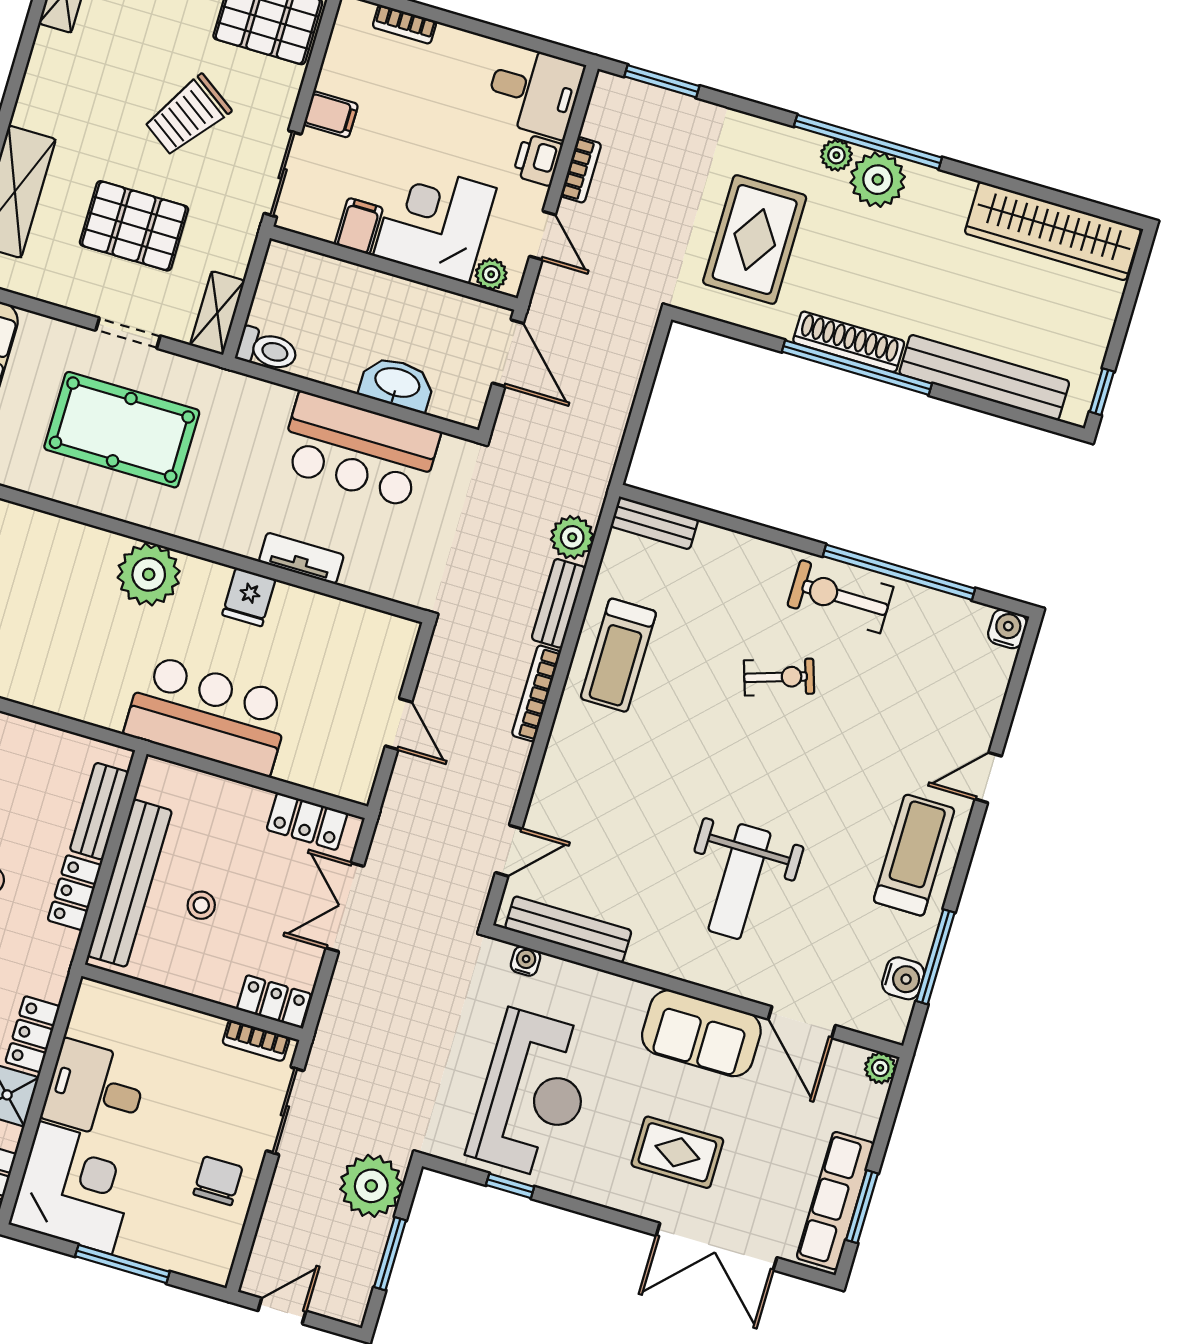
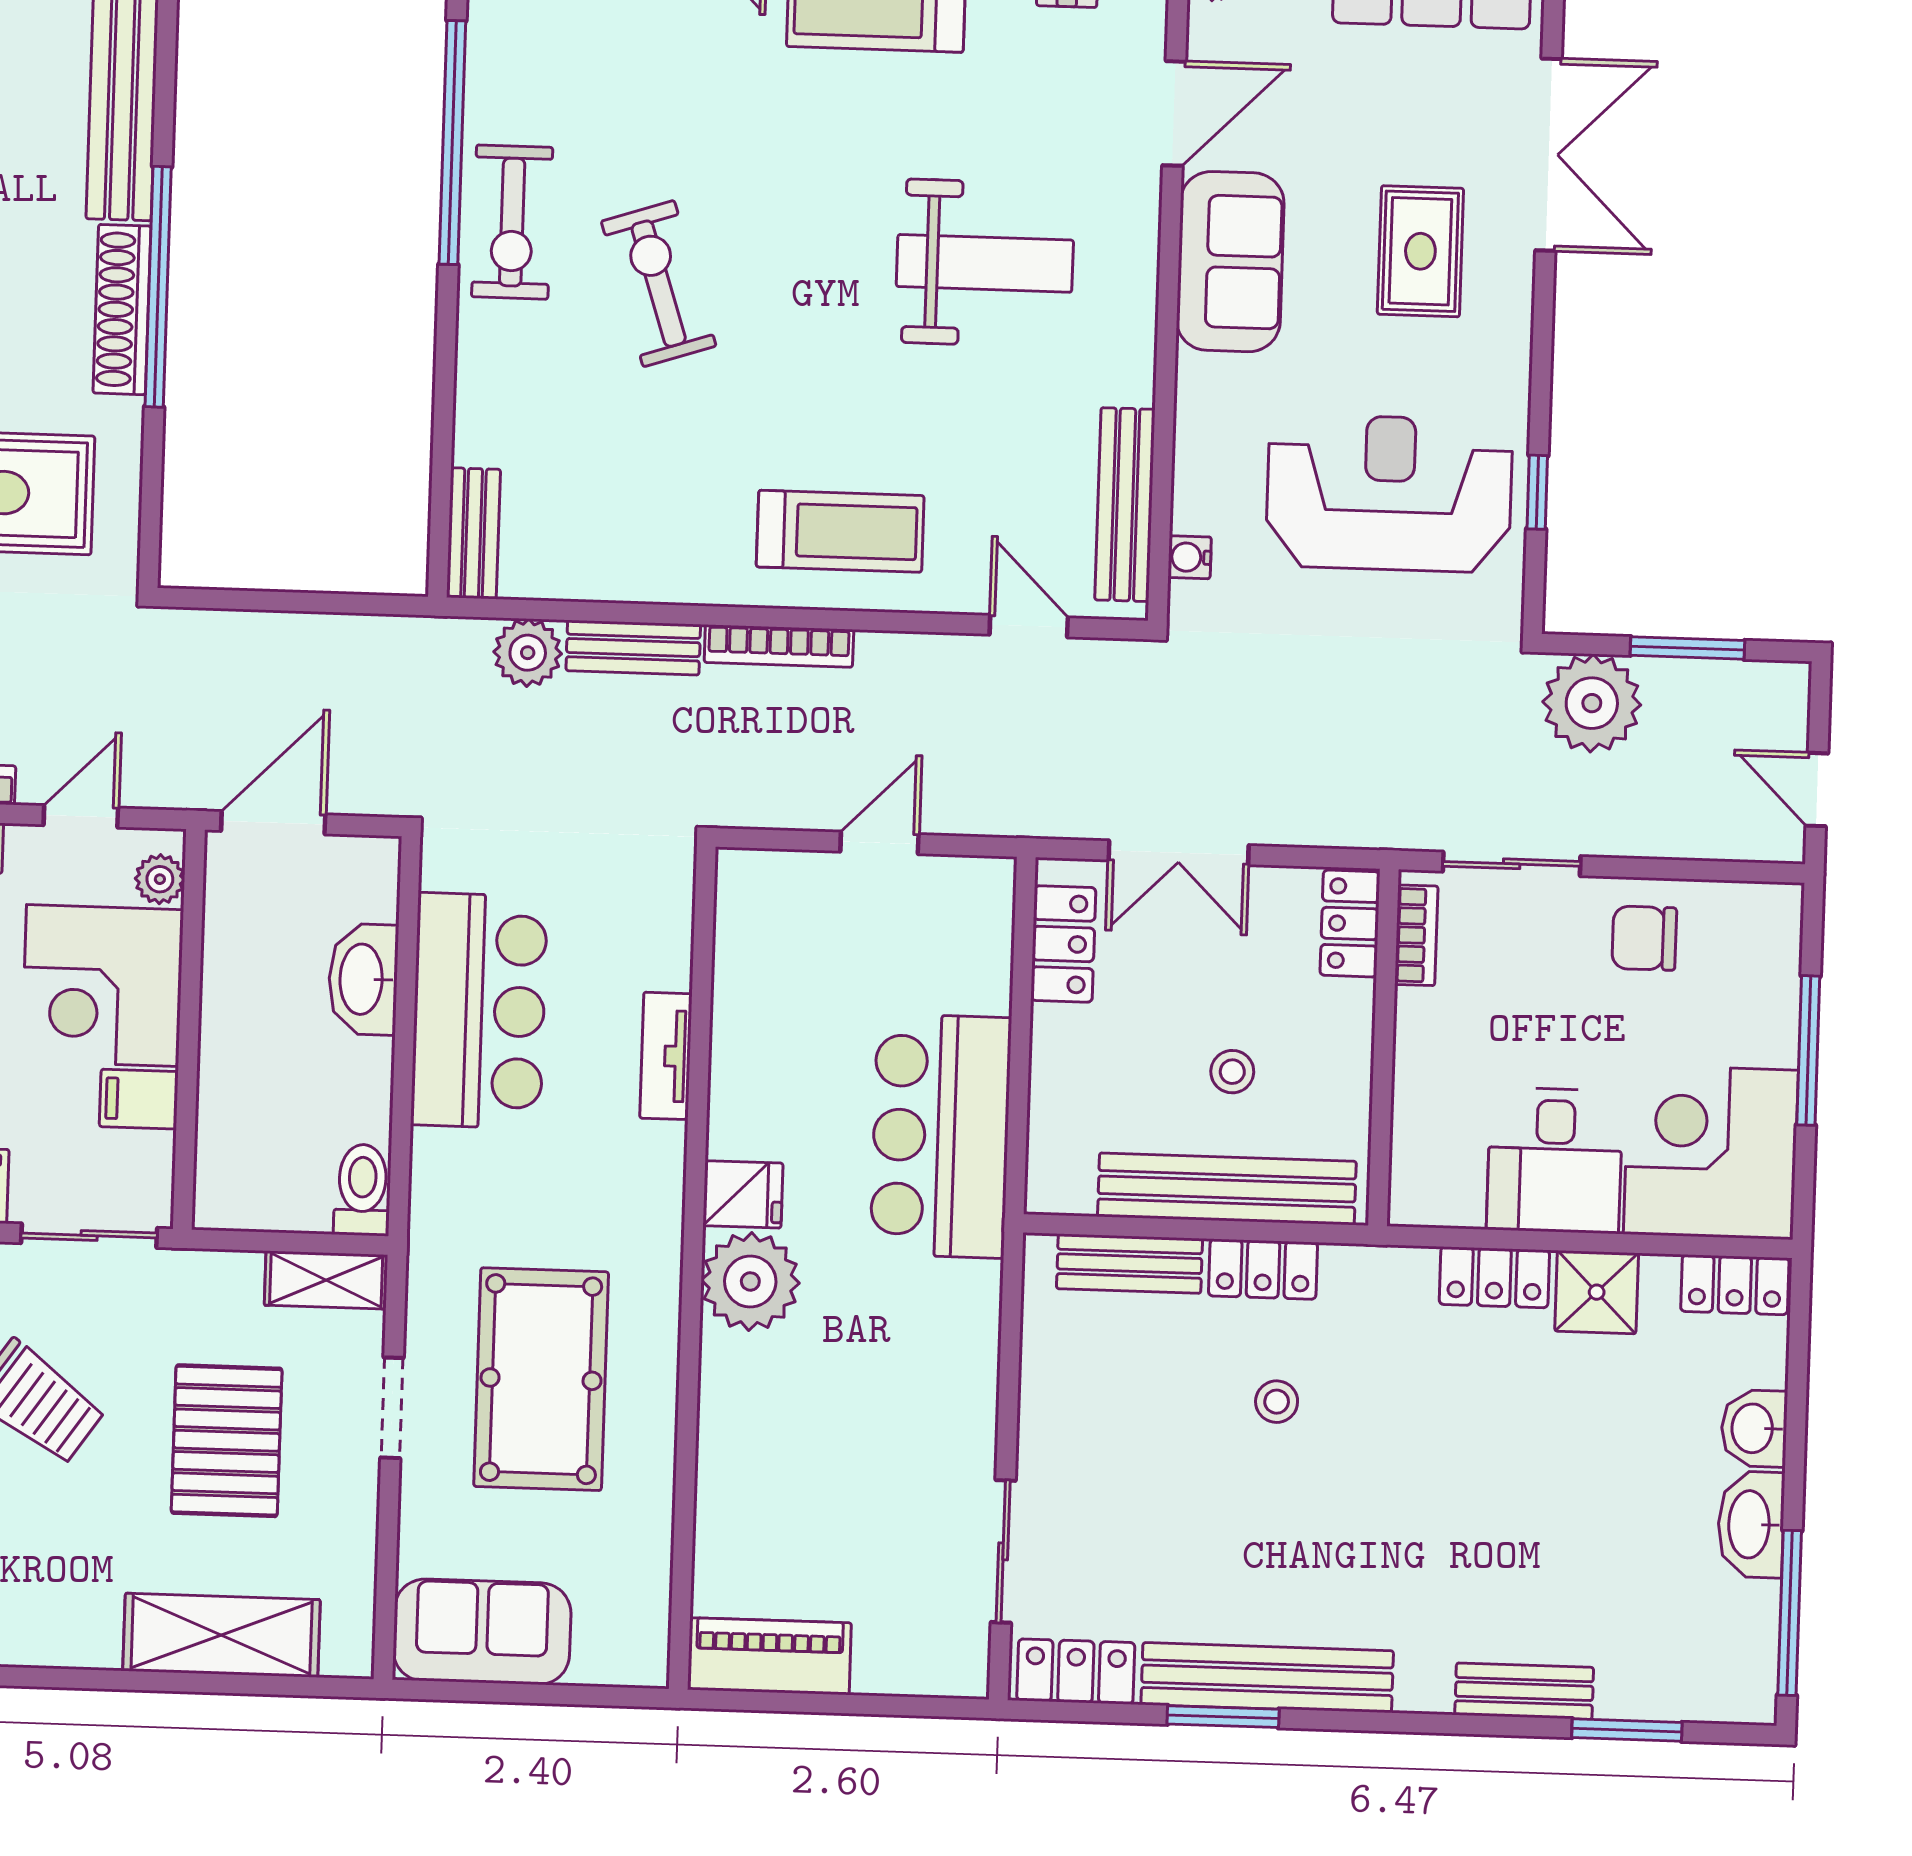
fridge: (249, 597) -> (743, 1194), moved
treadmill: (618, 655) -> (840, 531), moved
exercise bike: (779, 677) -> (659, 284), width x1.38, depth x1.39

